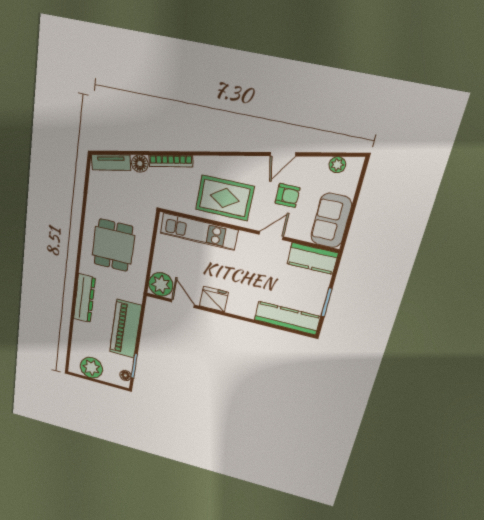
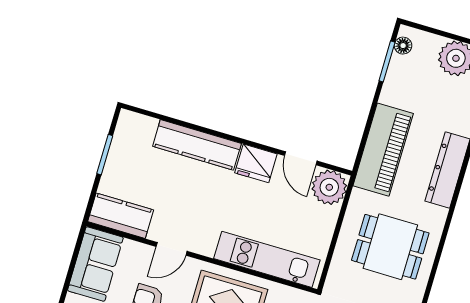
dining table: (113, 245) -> (390, 247), turned 90
kitchen counter: (287, 318) -> (197, 145), moved
piano: (126, 329) -> (383, 150), moved

